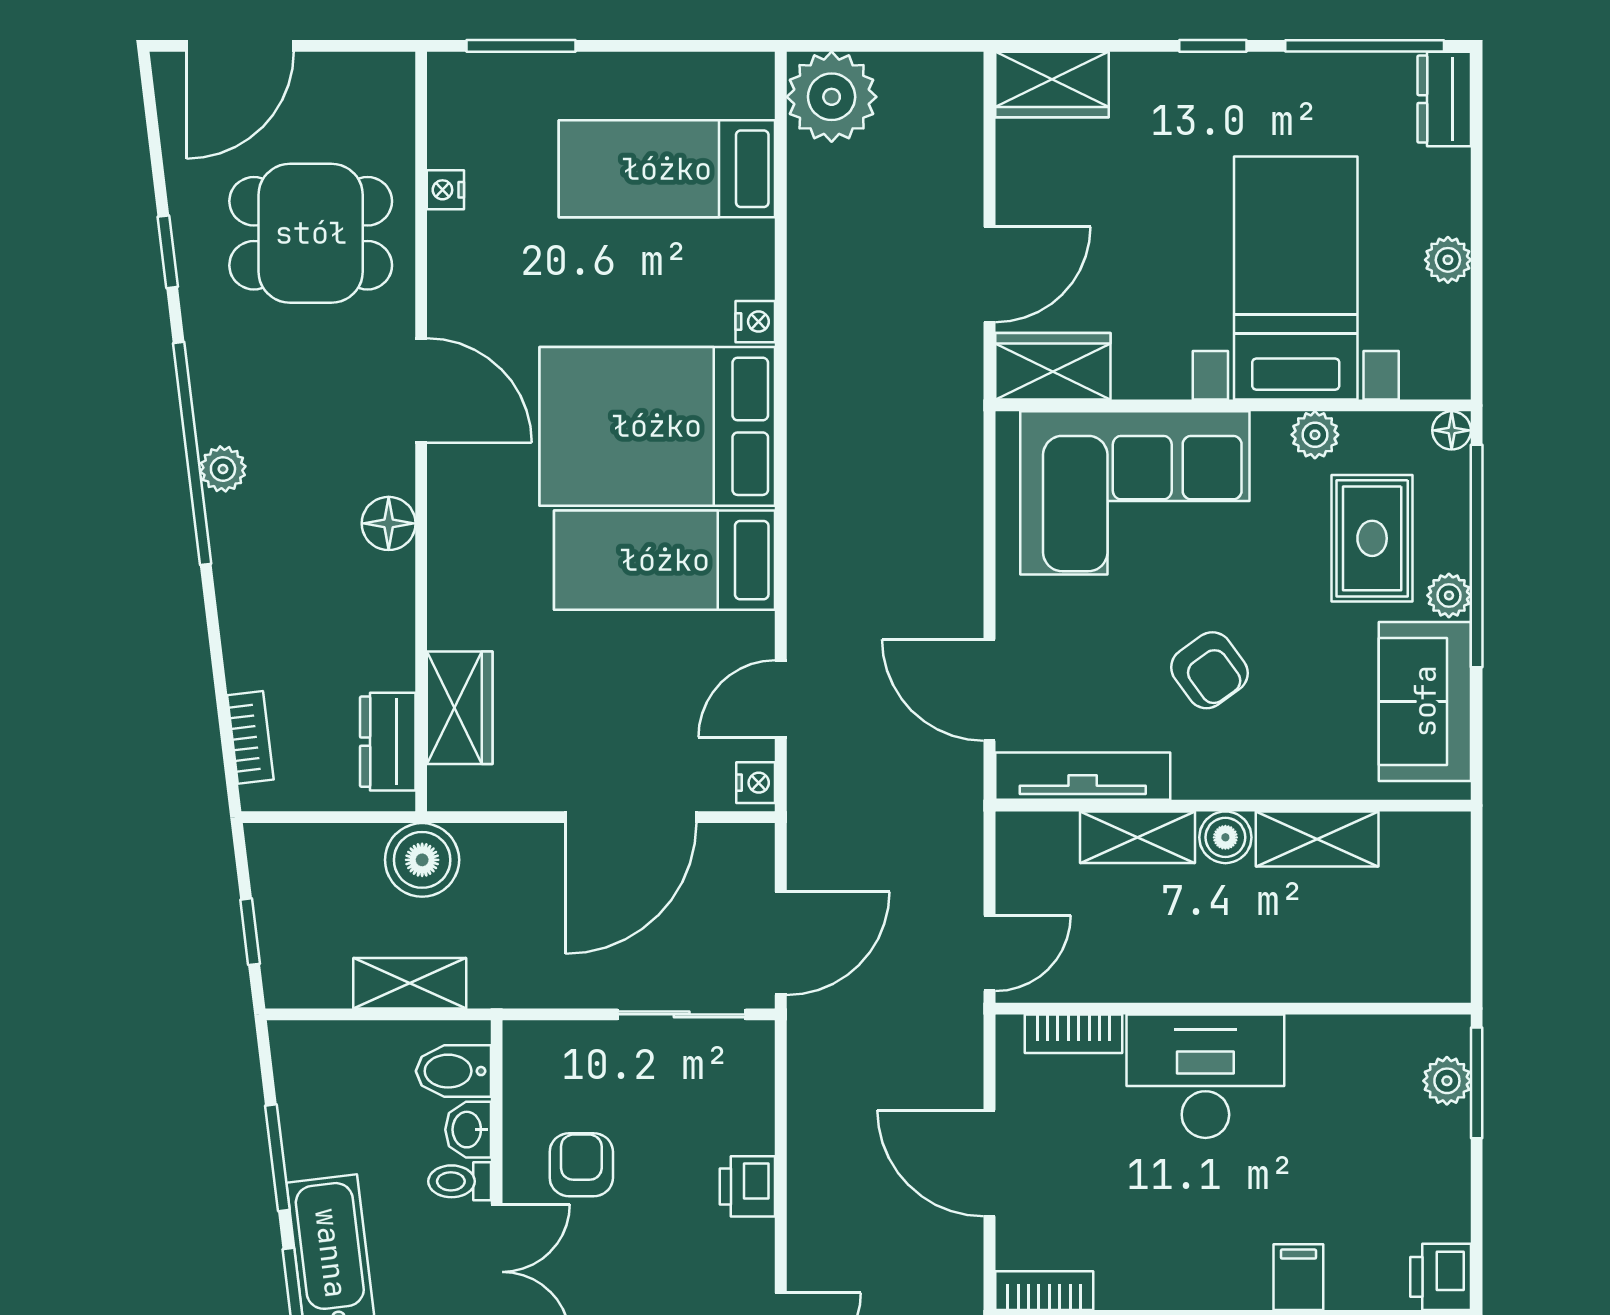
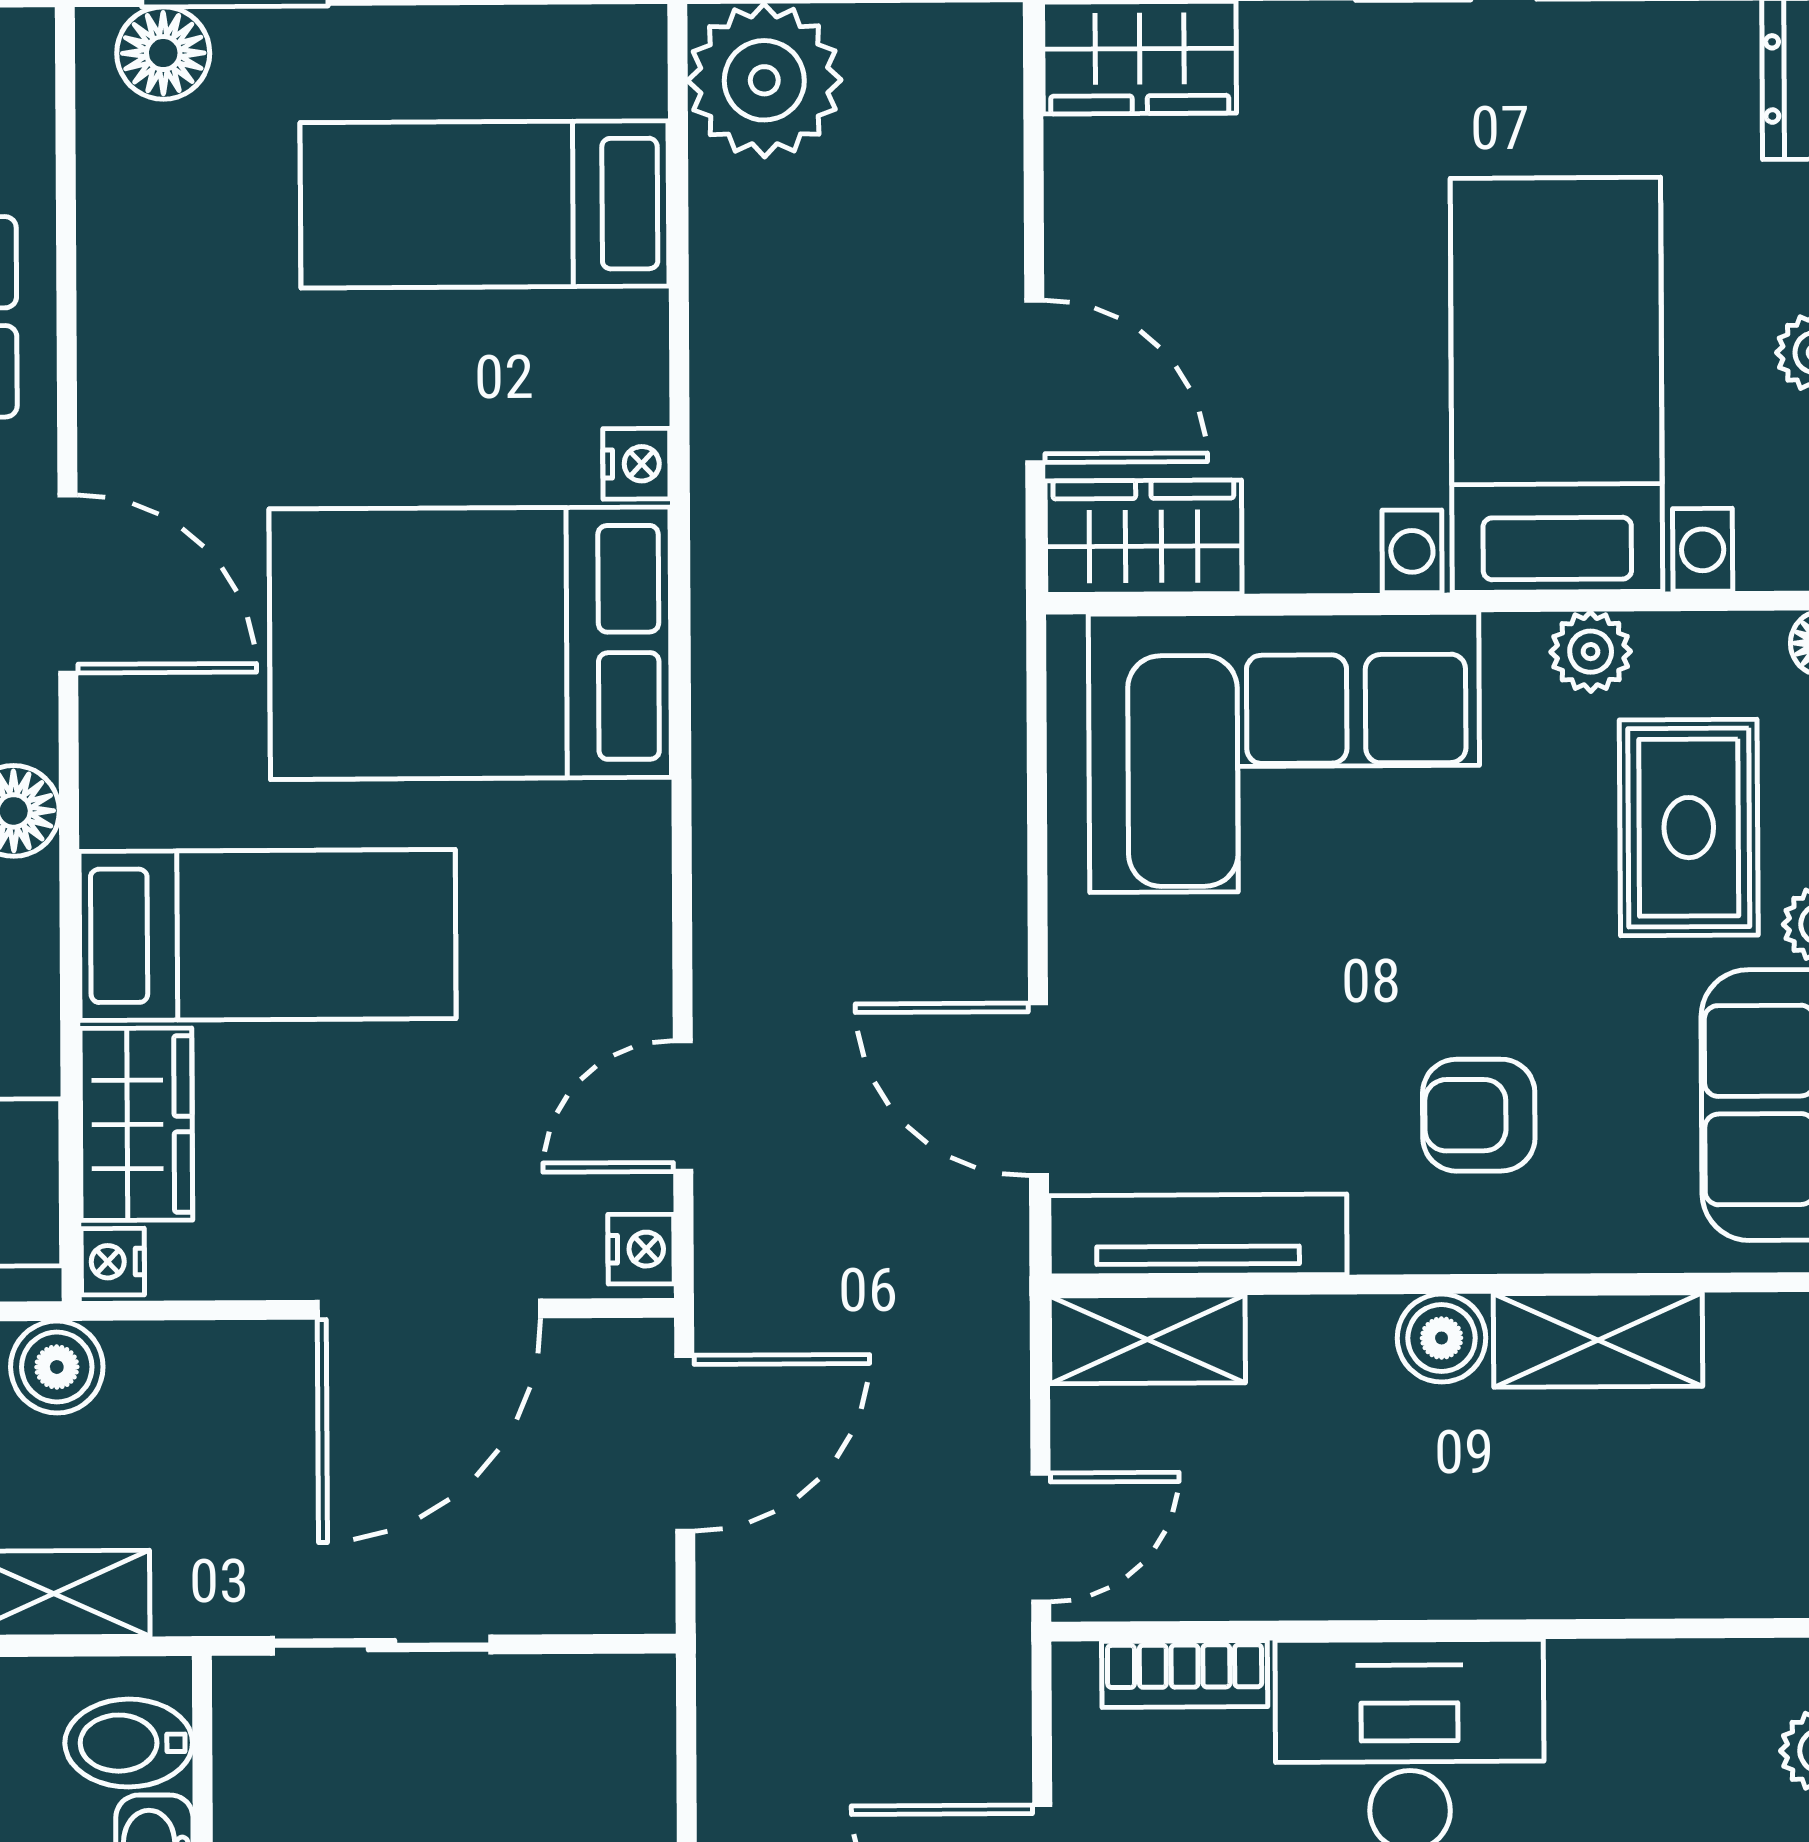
floor lamp: (479, 79) -> (163, 53), added
nightstand: (445, 190) -> (113, 1262), moved
door: (989, 274) -> (1035, 381), hinge flipped
bed: (665, 560) -> (268, 935), moved, turned 180
armchair: (1209, 670) -> (1479, 1115), moved, turned 126
shelving: (1137, 837) -> (1147, 1339), moved
boiler: (422, 860) -> (57, 1367), width x0.73, depth x0.73
door: (781, 943) -> (685, 1443), moved
sliding door: (682, 1014) -> (382, 1645), moved

